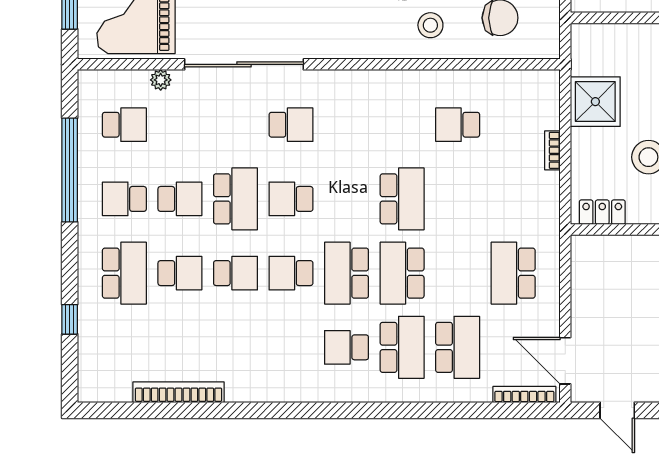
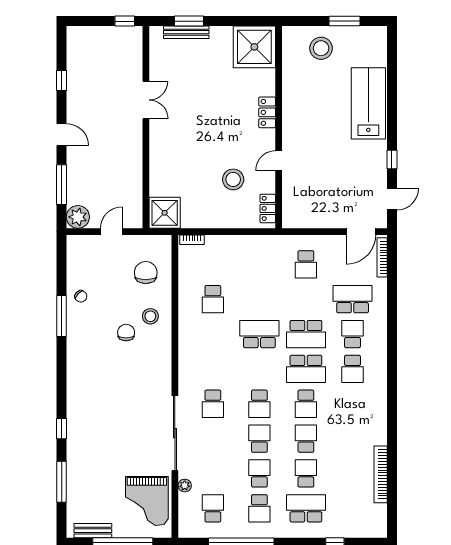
shower: (595, 102) -> (165, 213), moved
school desk: (291, 125) -> (213, 404), turned 180
bookcase: (552, 150) -> (192, 240), moved
school desk: (235, 199) -> (259, 439), width x0.54
school desk: (513, 273) -> (306, 264), width x0.54
school desk: (402, 347) -> (353, 334), width x0.54

